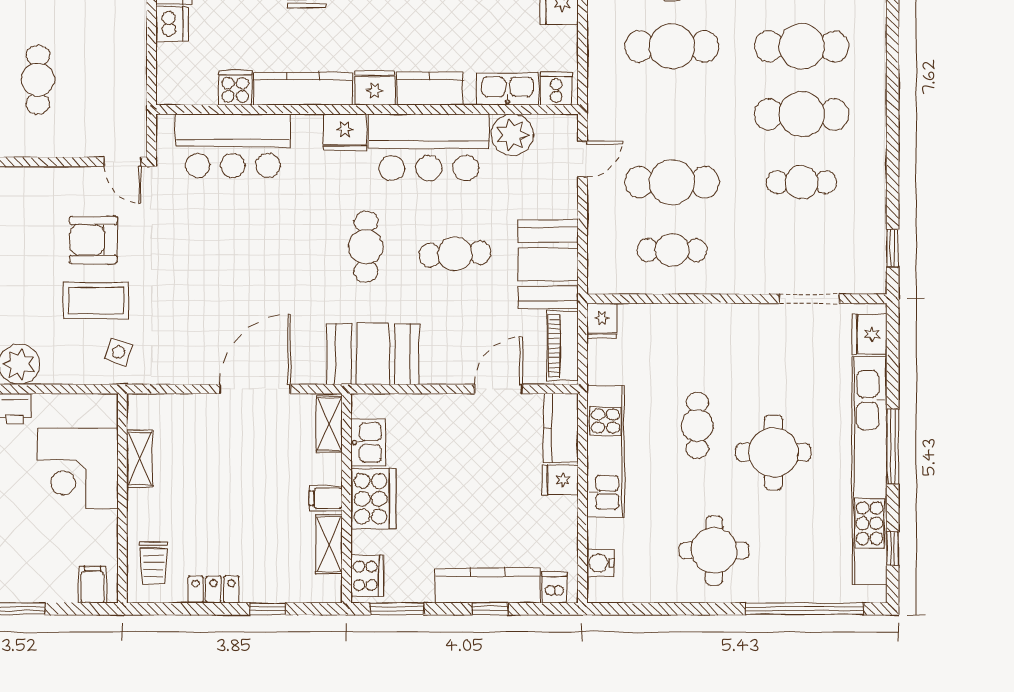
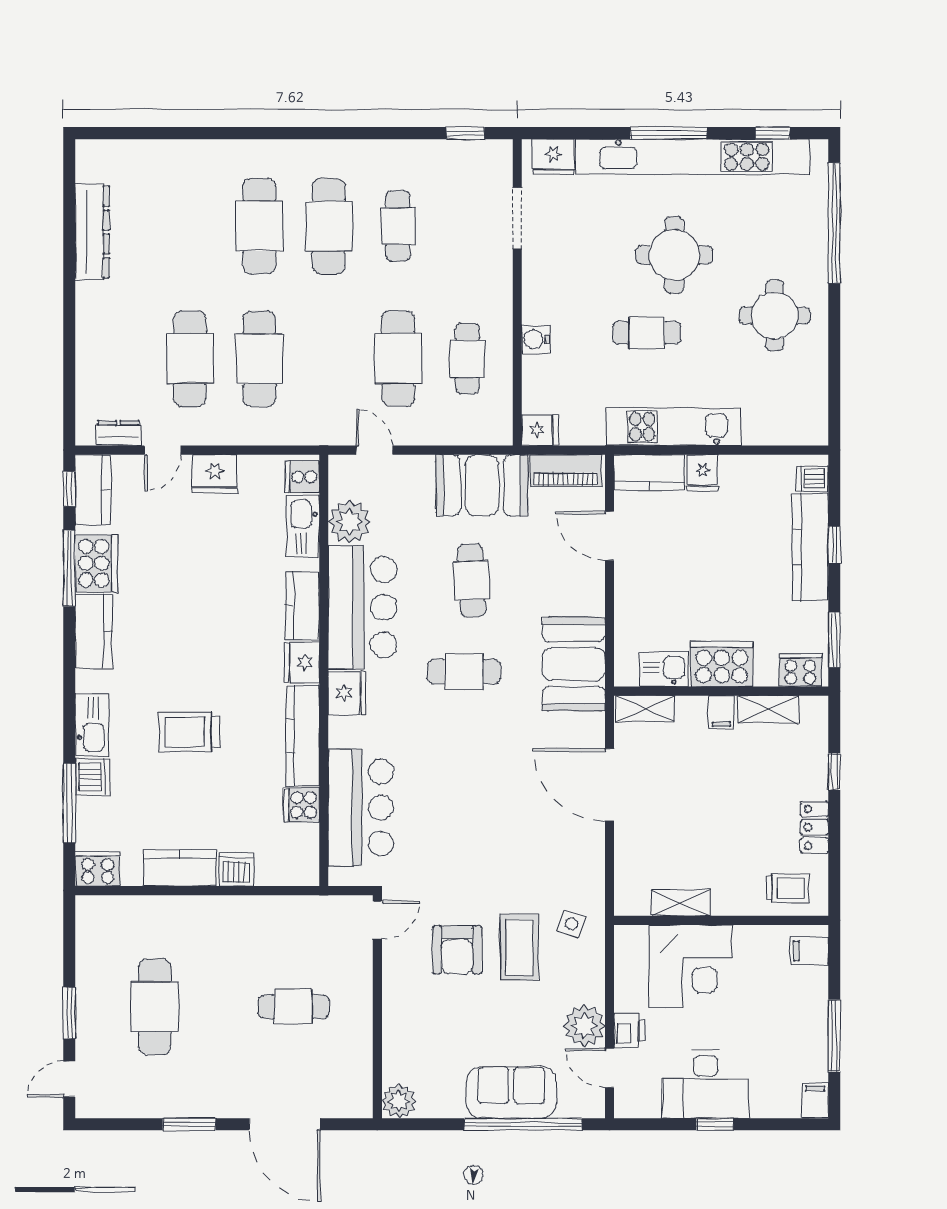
water cooler: (600, 563) -> (536, 339), moved, turned 90

